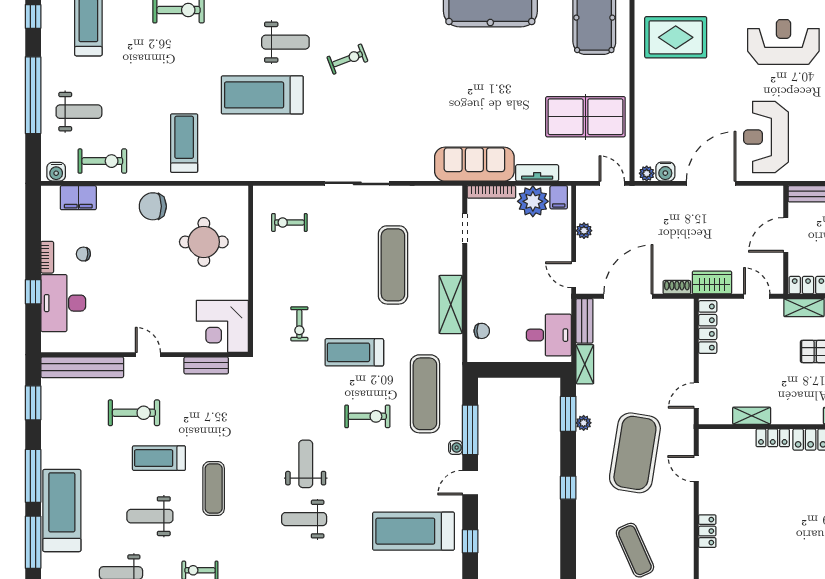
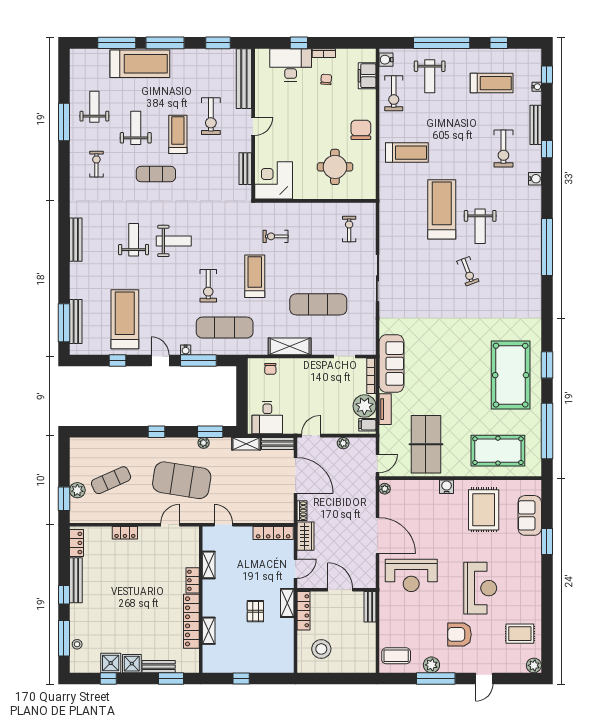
reception desk: (766, 137) -> (411, 575), turned 180
water cooler: (665, 172) -> (447, 487), moved, turned 90

